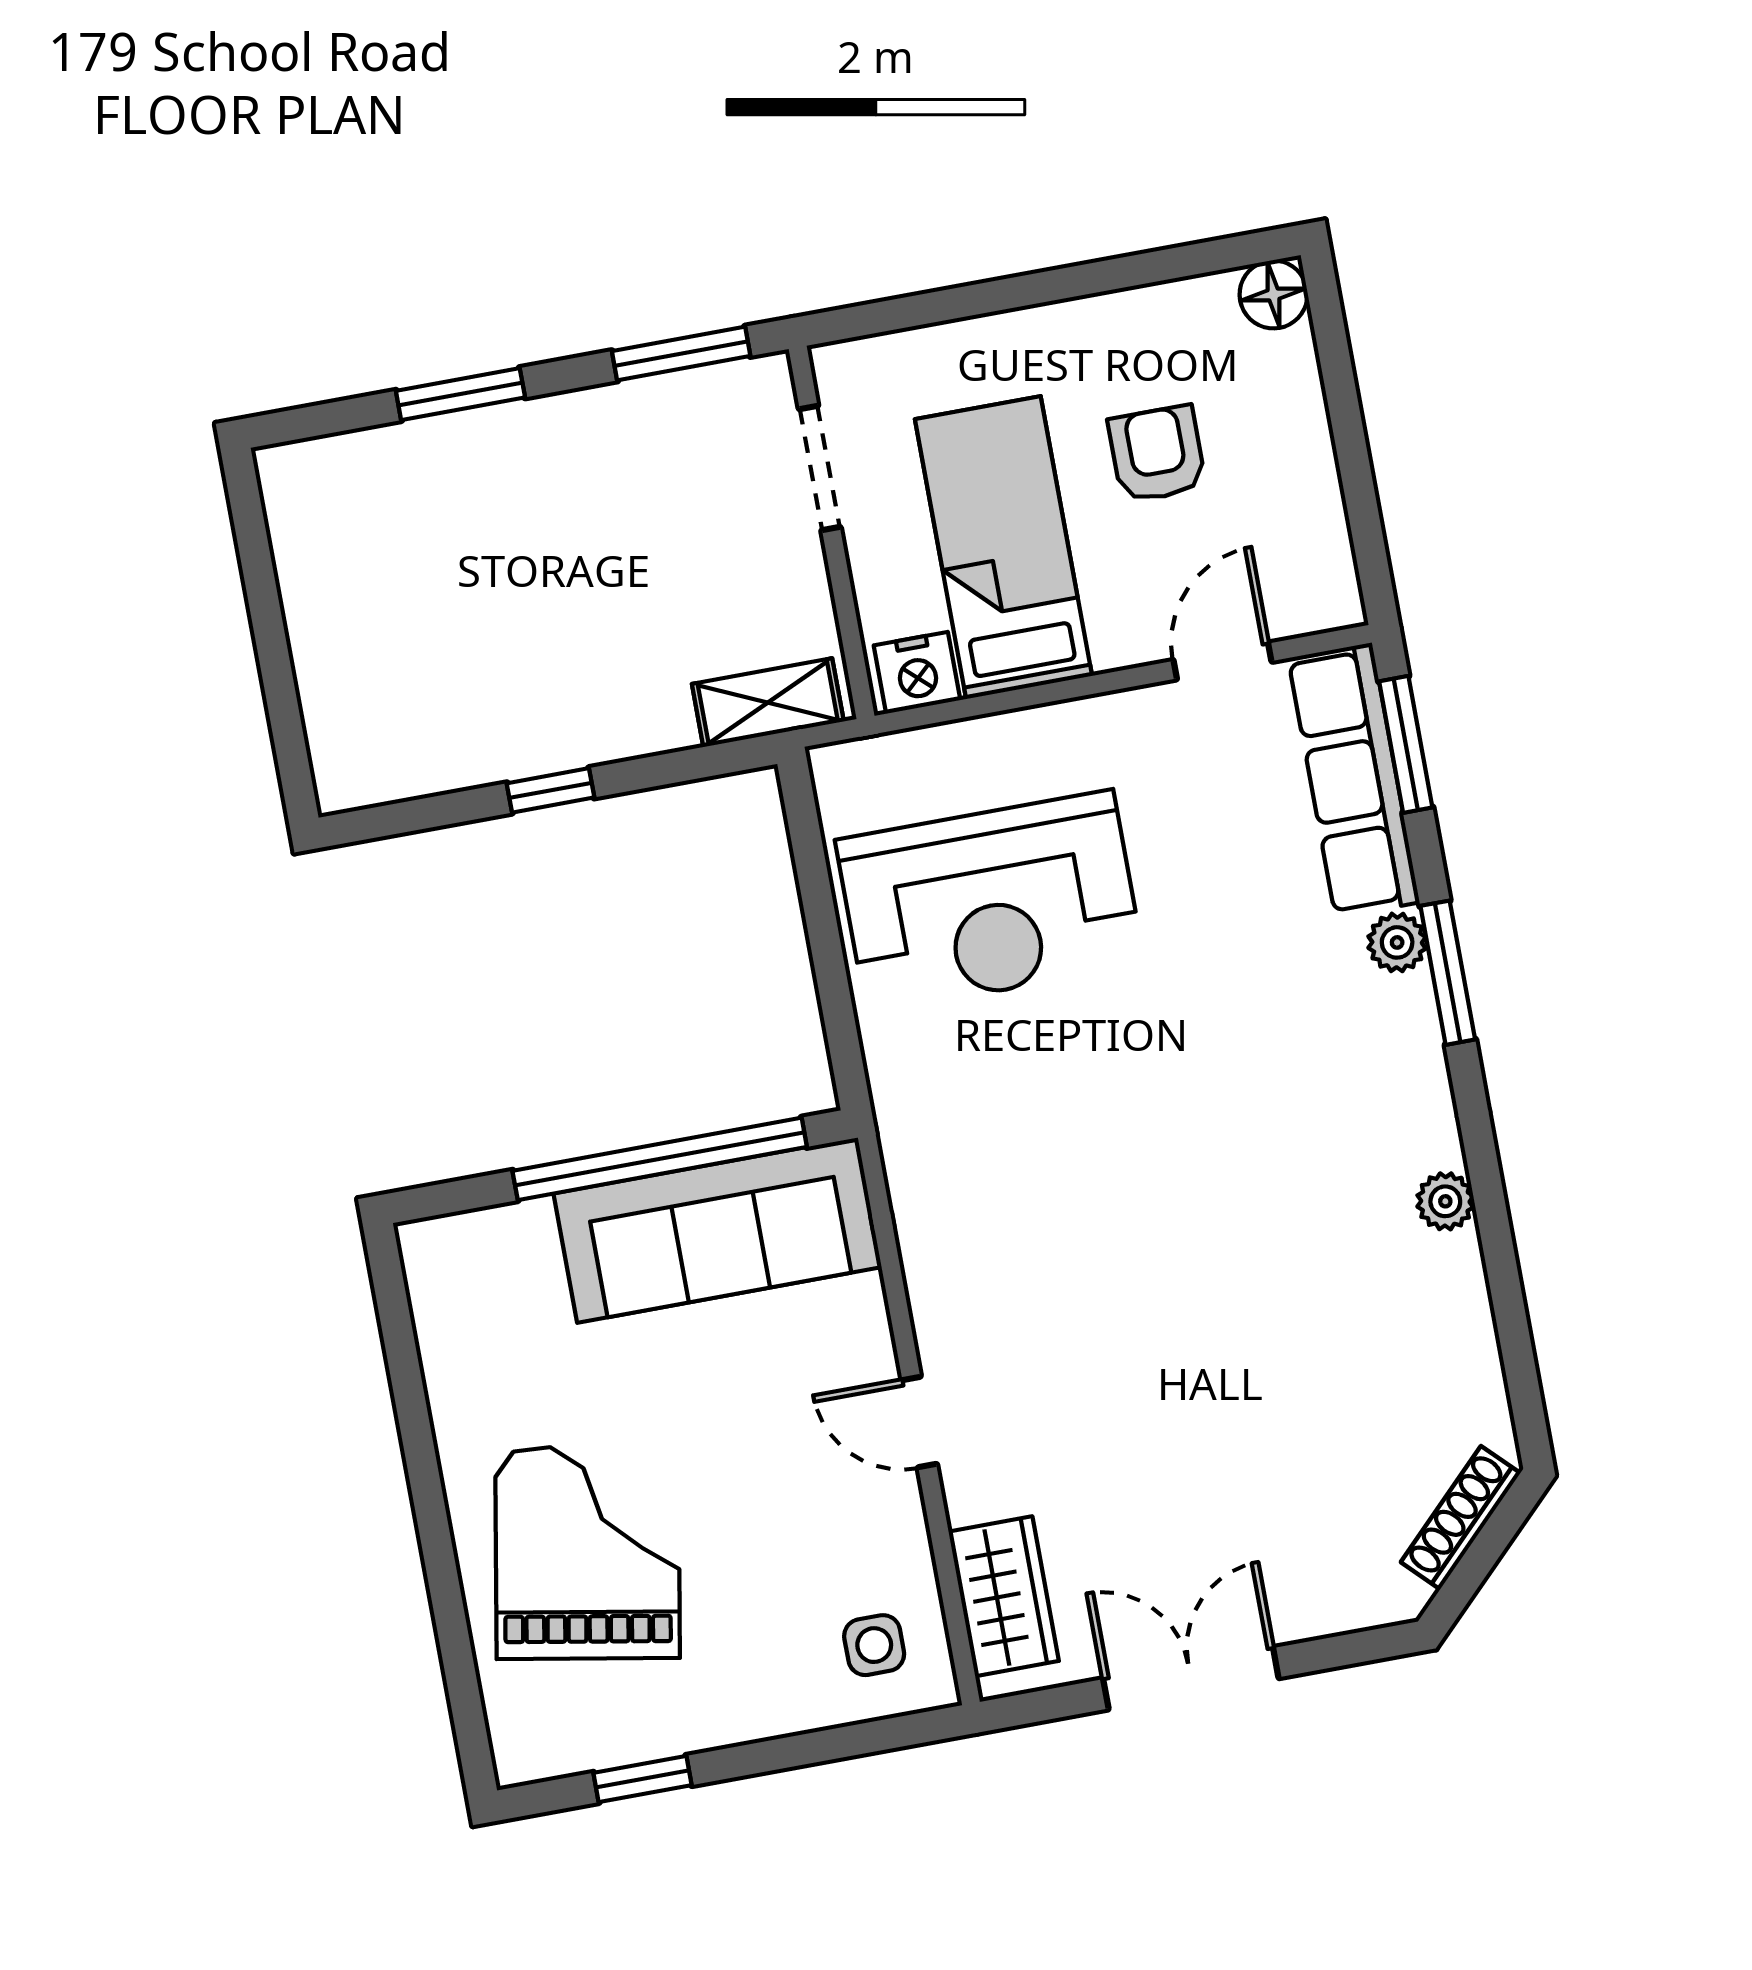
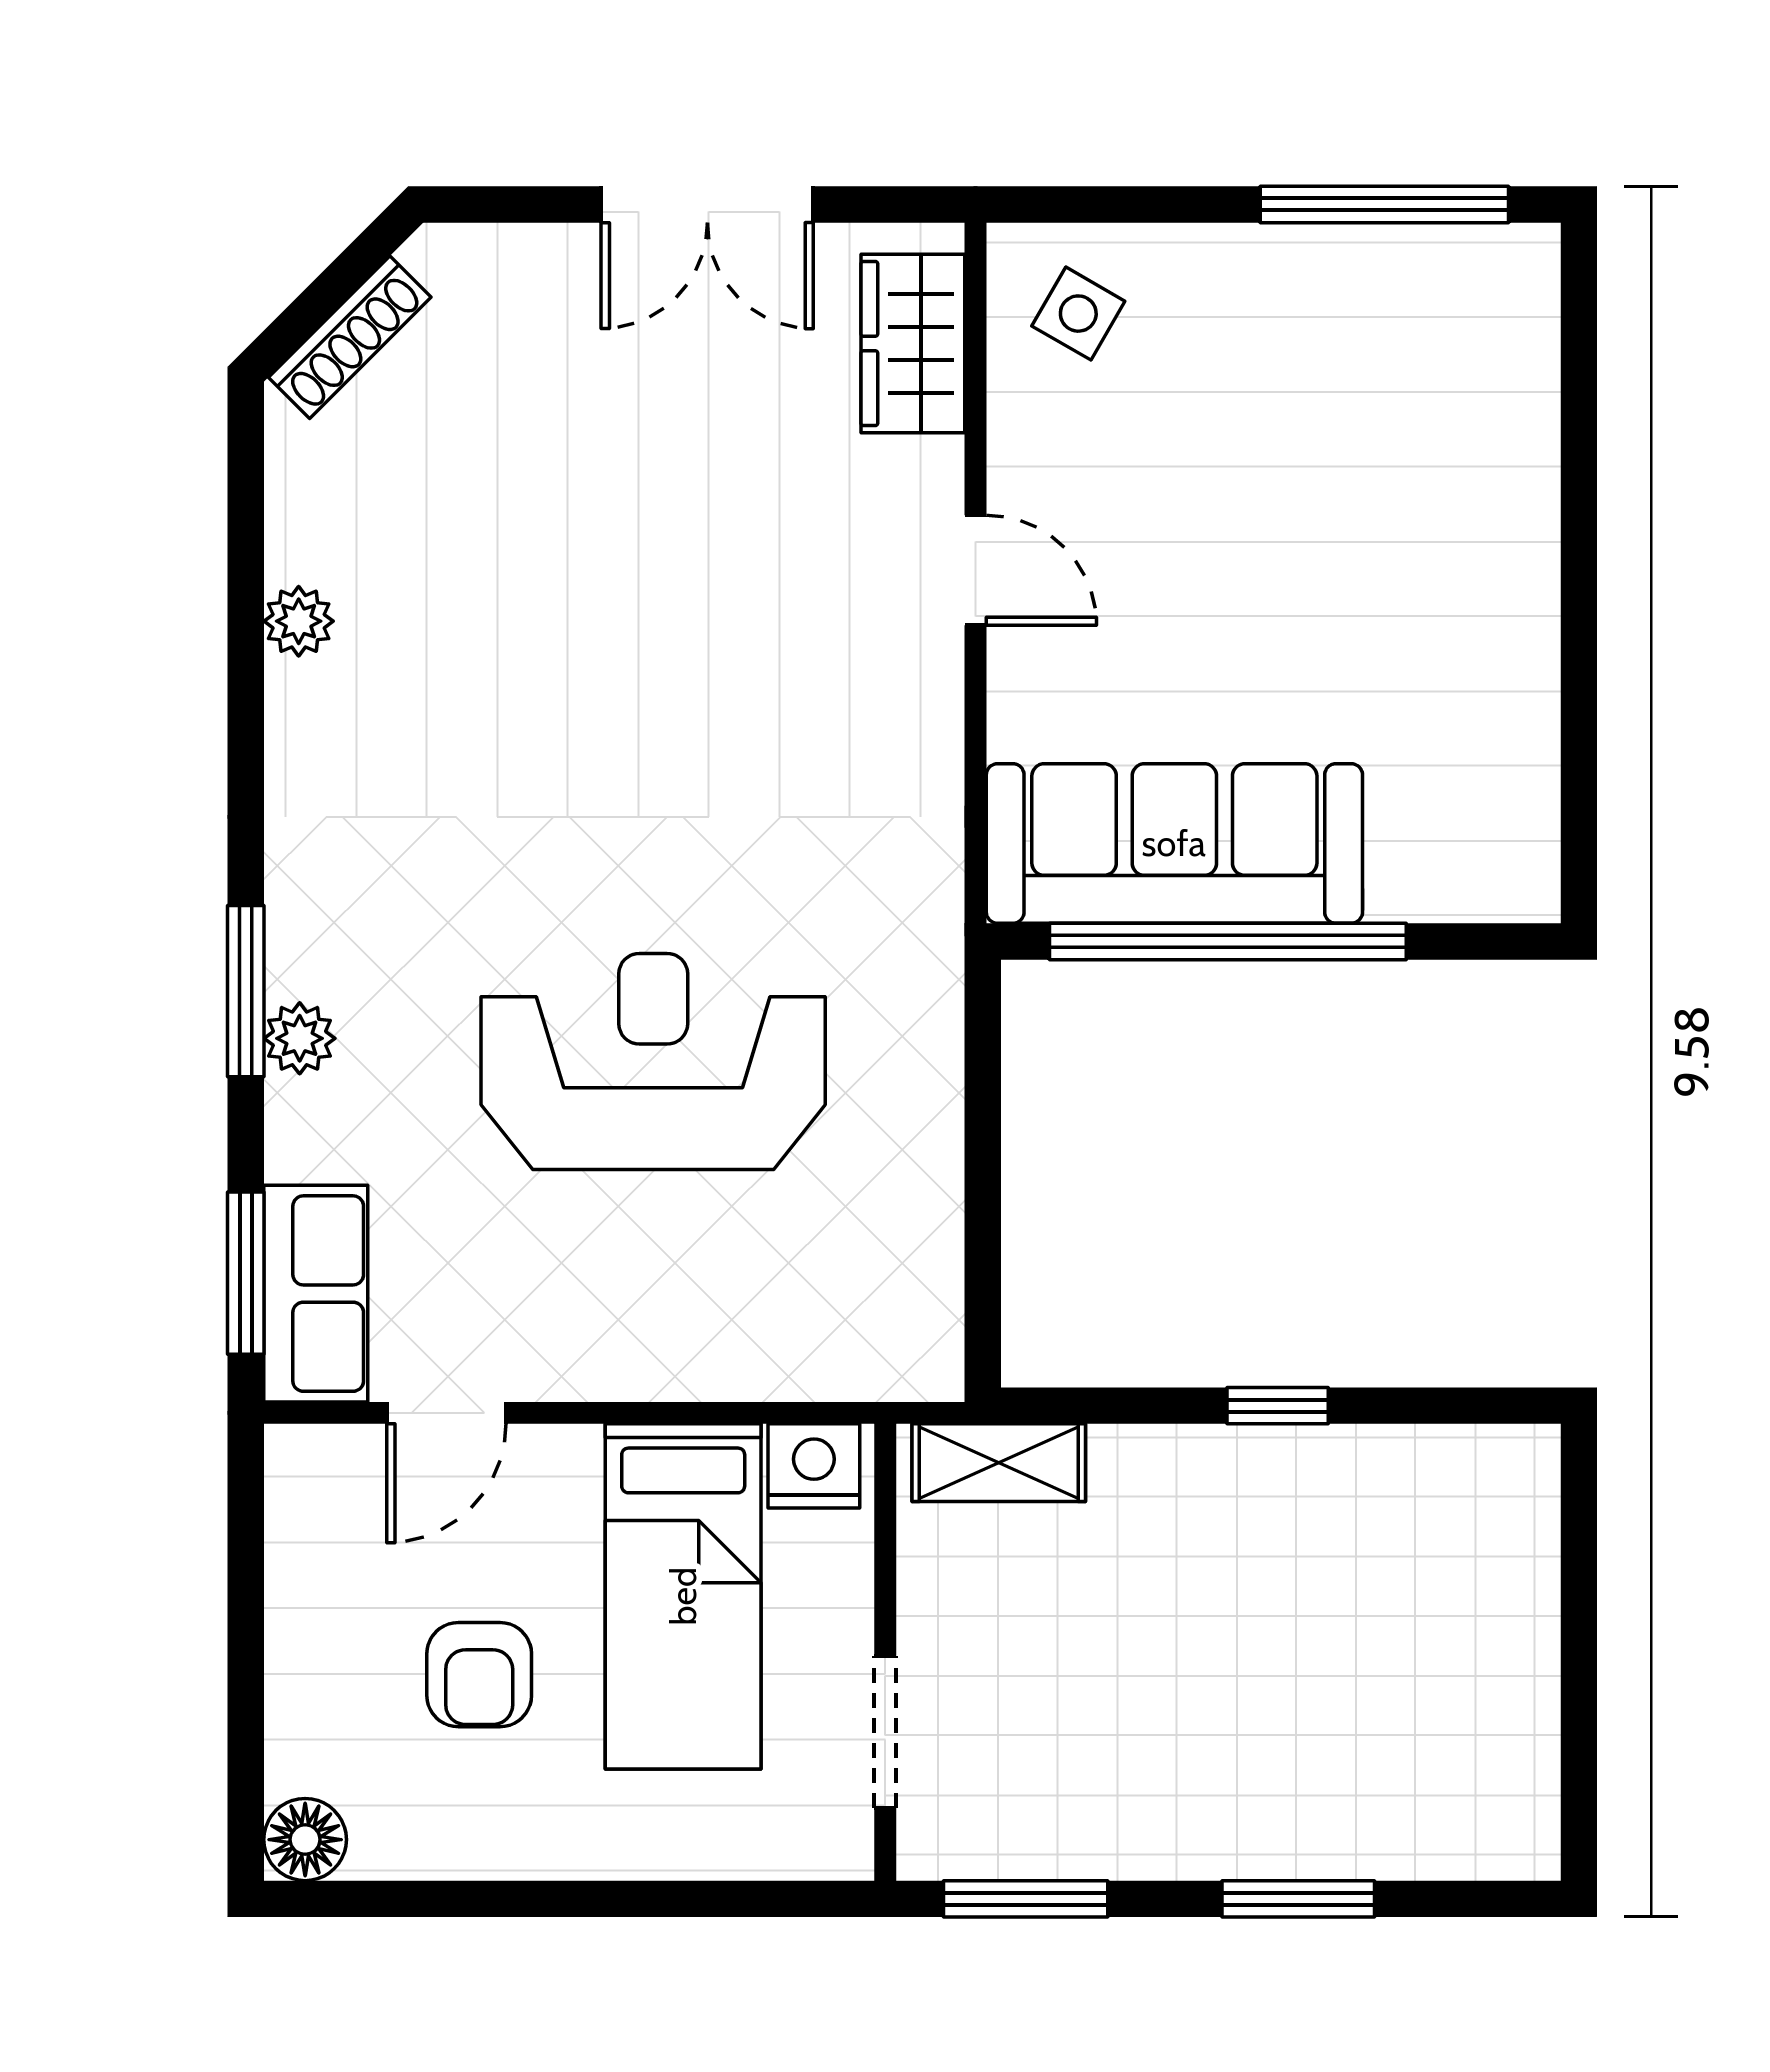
row of seats: (1354, 780) -> (316, 1294), width x0.68
reception desk: (990, 902) -> (653, 1062), moved
plant: (1445, 1201) -> (299, 621), moved
grand piano: (588, 1553) -> (1400, 487), removed
side table: (874, 1645) -> (1078, 314), turned 30
window: (642, 1779) -> (1384, 204), width x2.17

